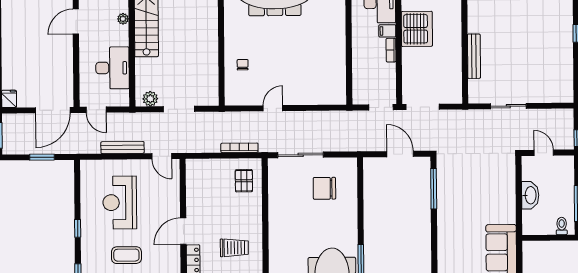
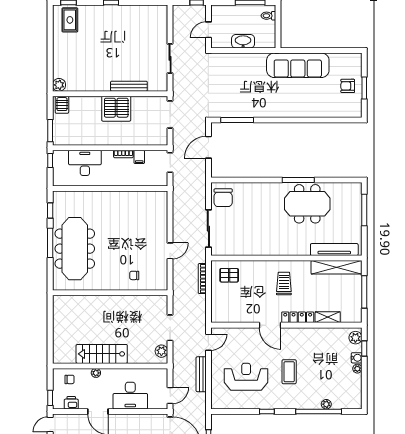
server rack: (417, 29) -> (116, 109), moved, turned 180
filing cabinet: (387, 31) -> (139, 157), moved
desk: (112, 68) -> (130, 396), moved, turned 180
doorway: (422, 107) -> (170, 114), moved
door: (273, 108) -> (170, 251), swing flipped
chair: (324, 188) -> (223, 198), moved
reception desk: (120, 203) -> (246, 377), turned 180

